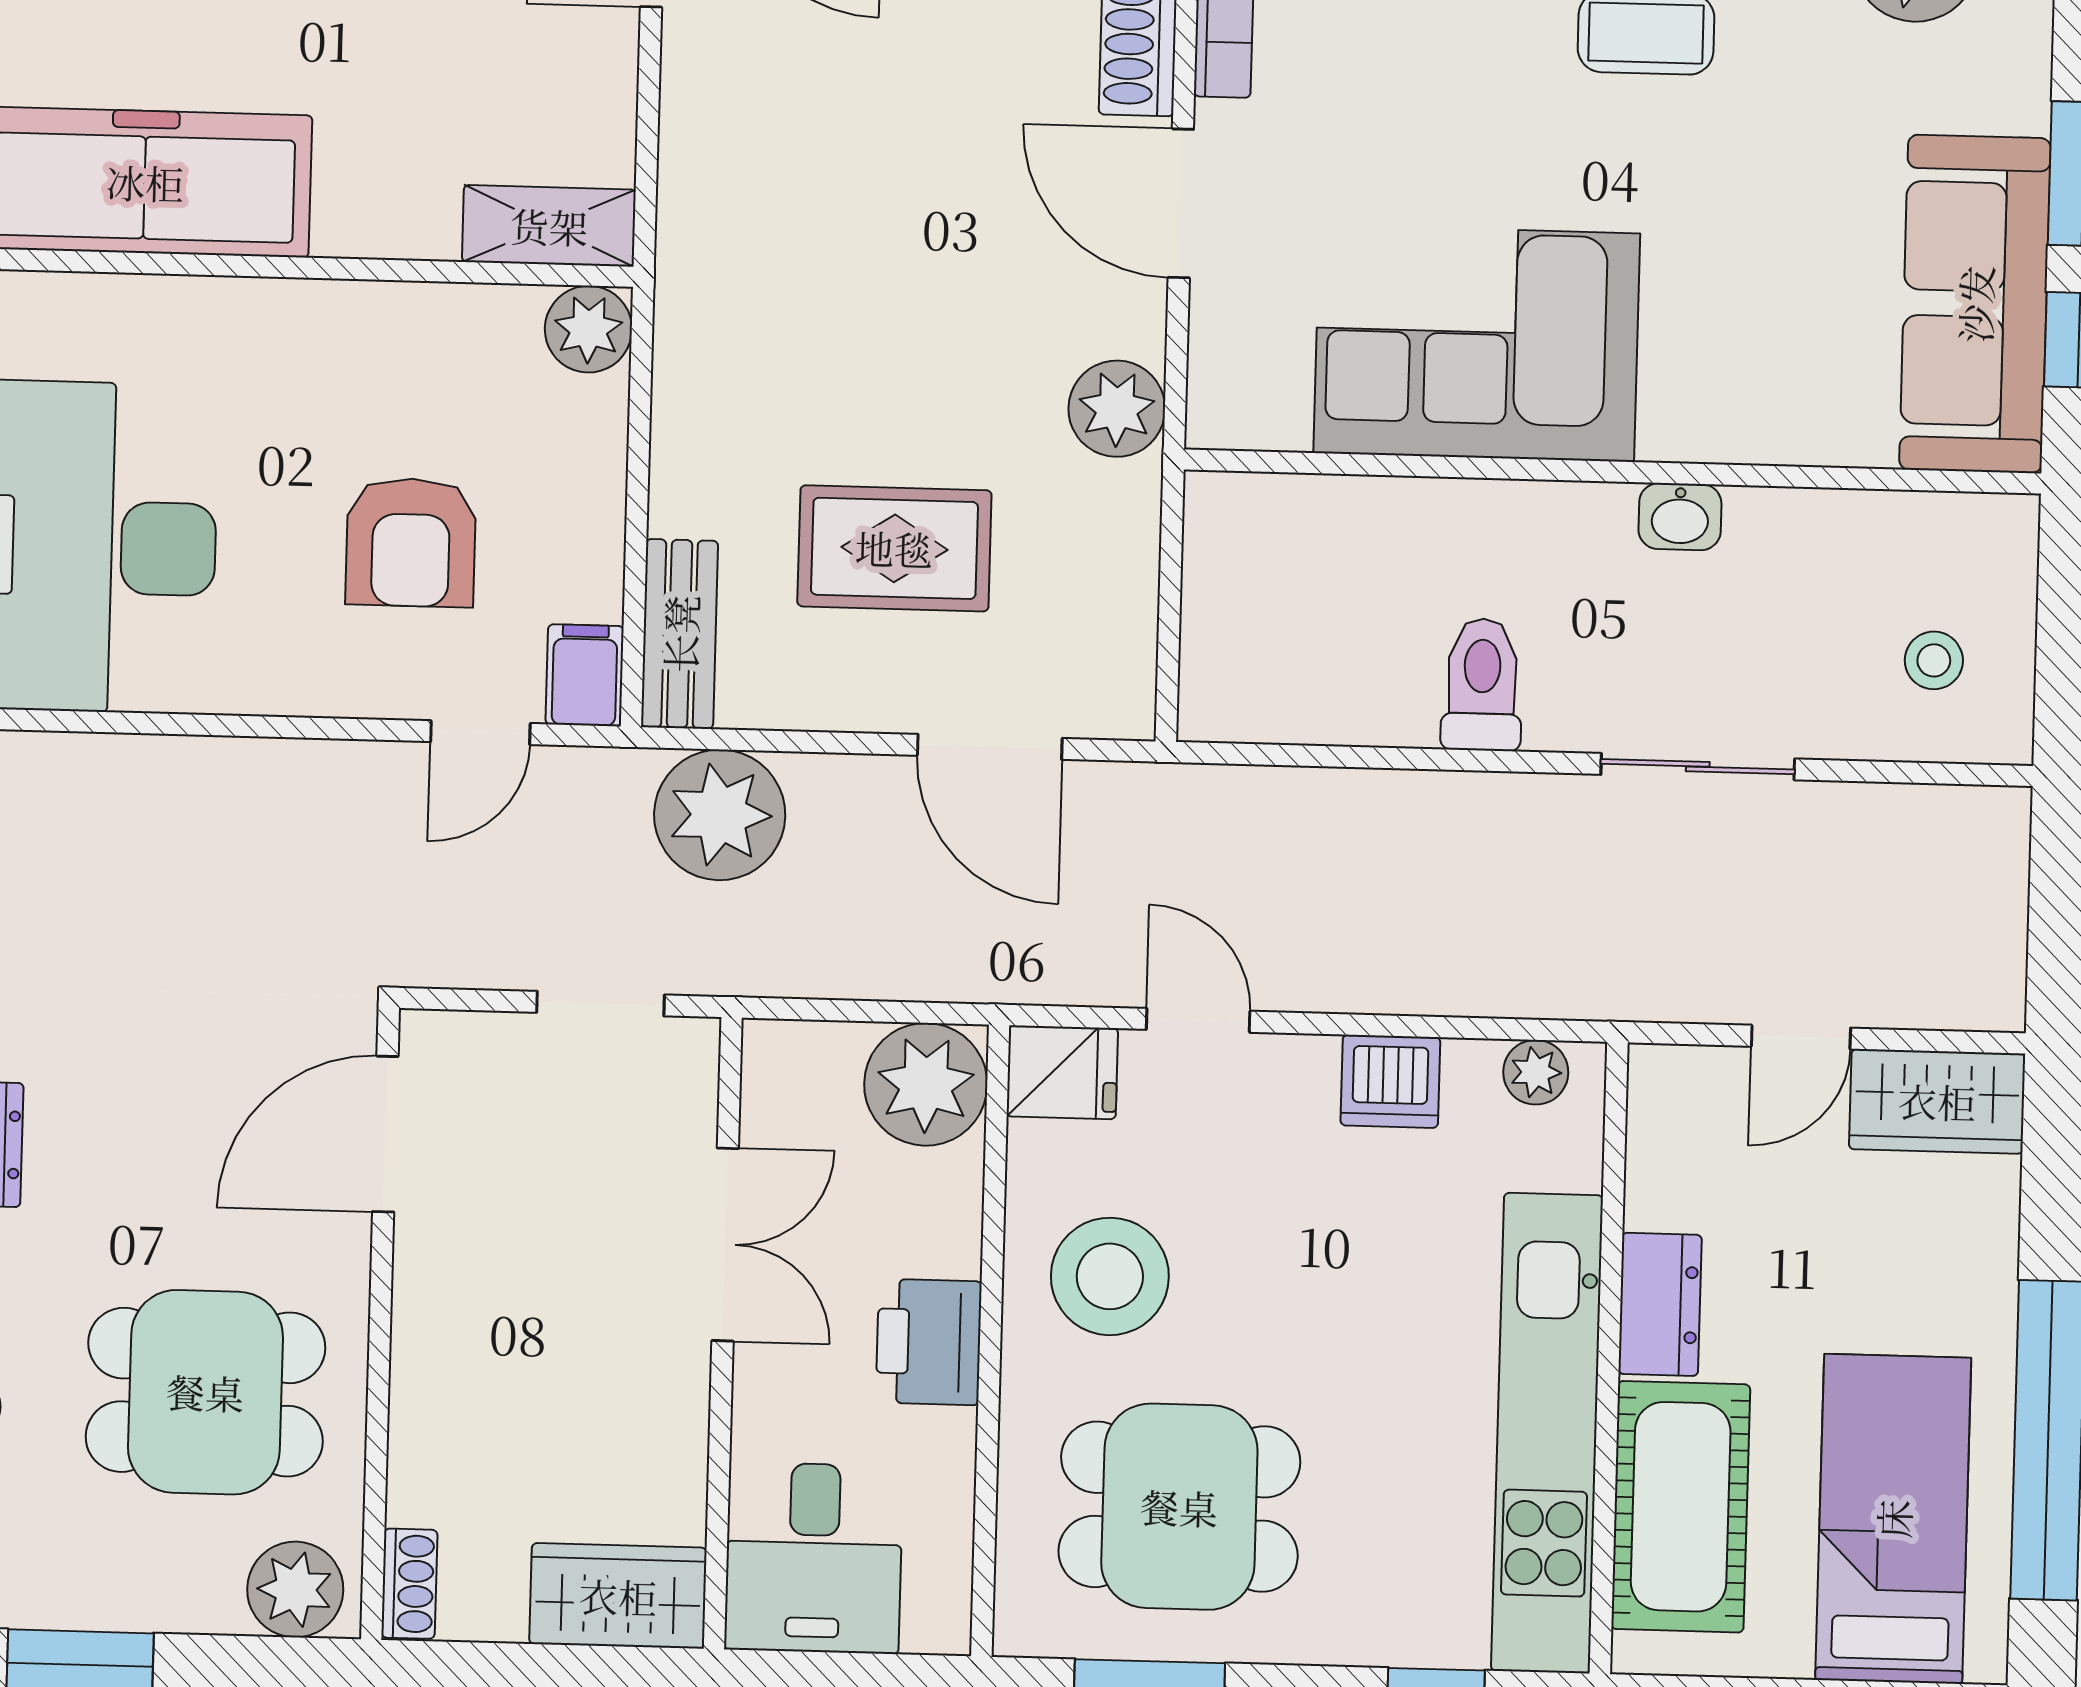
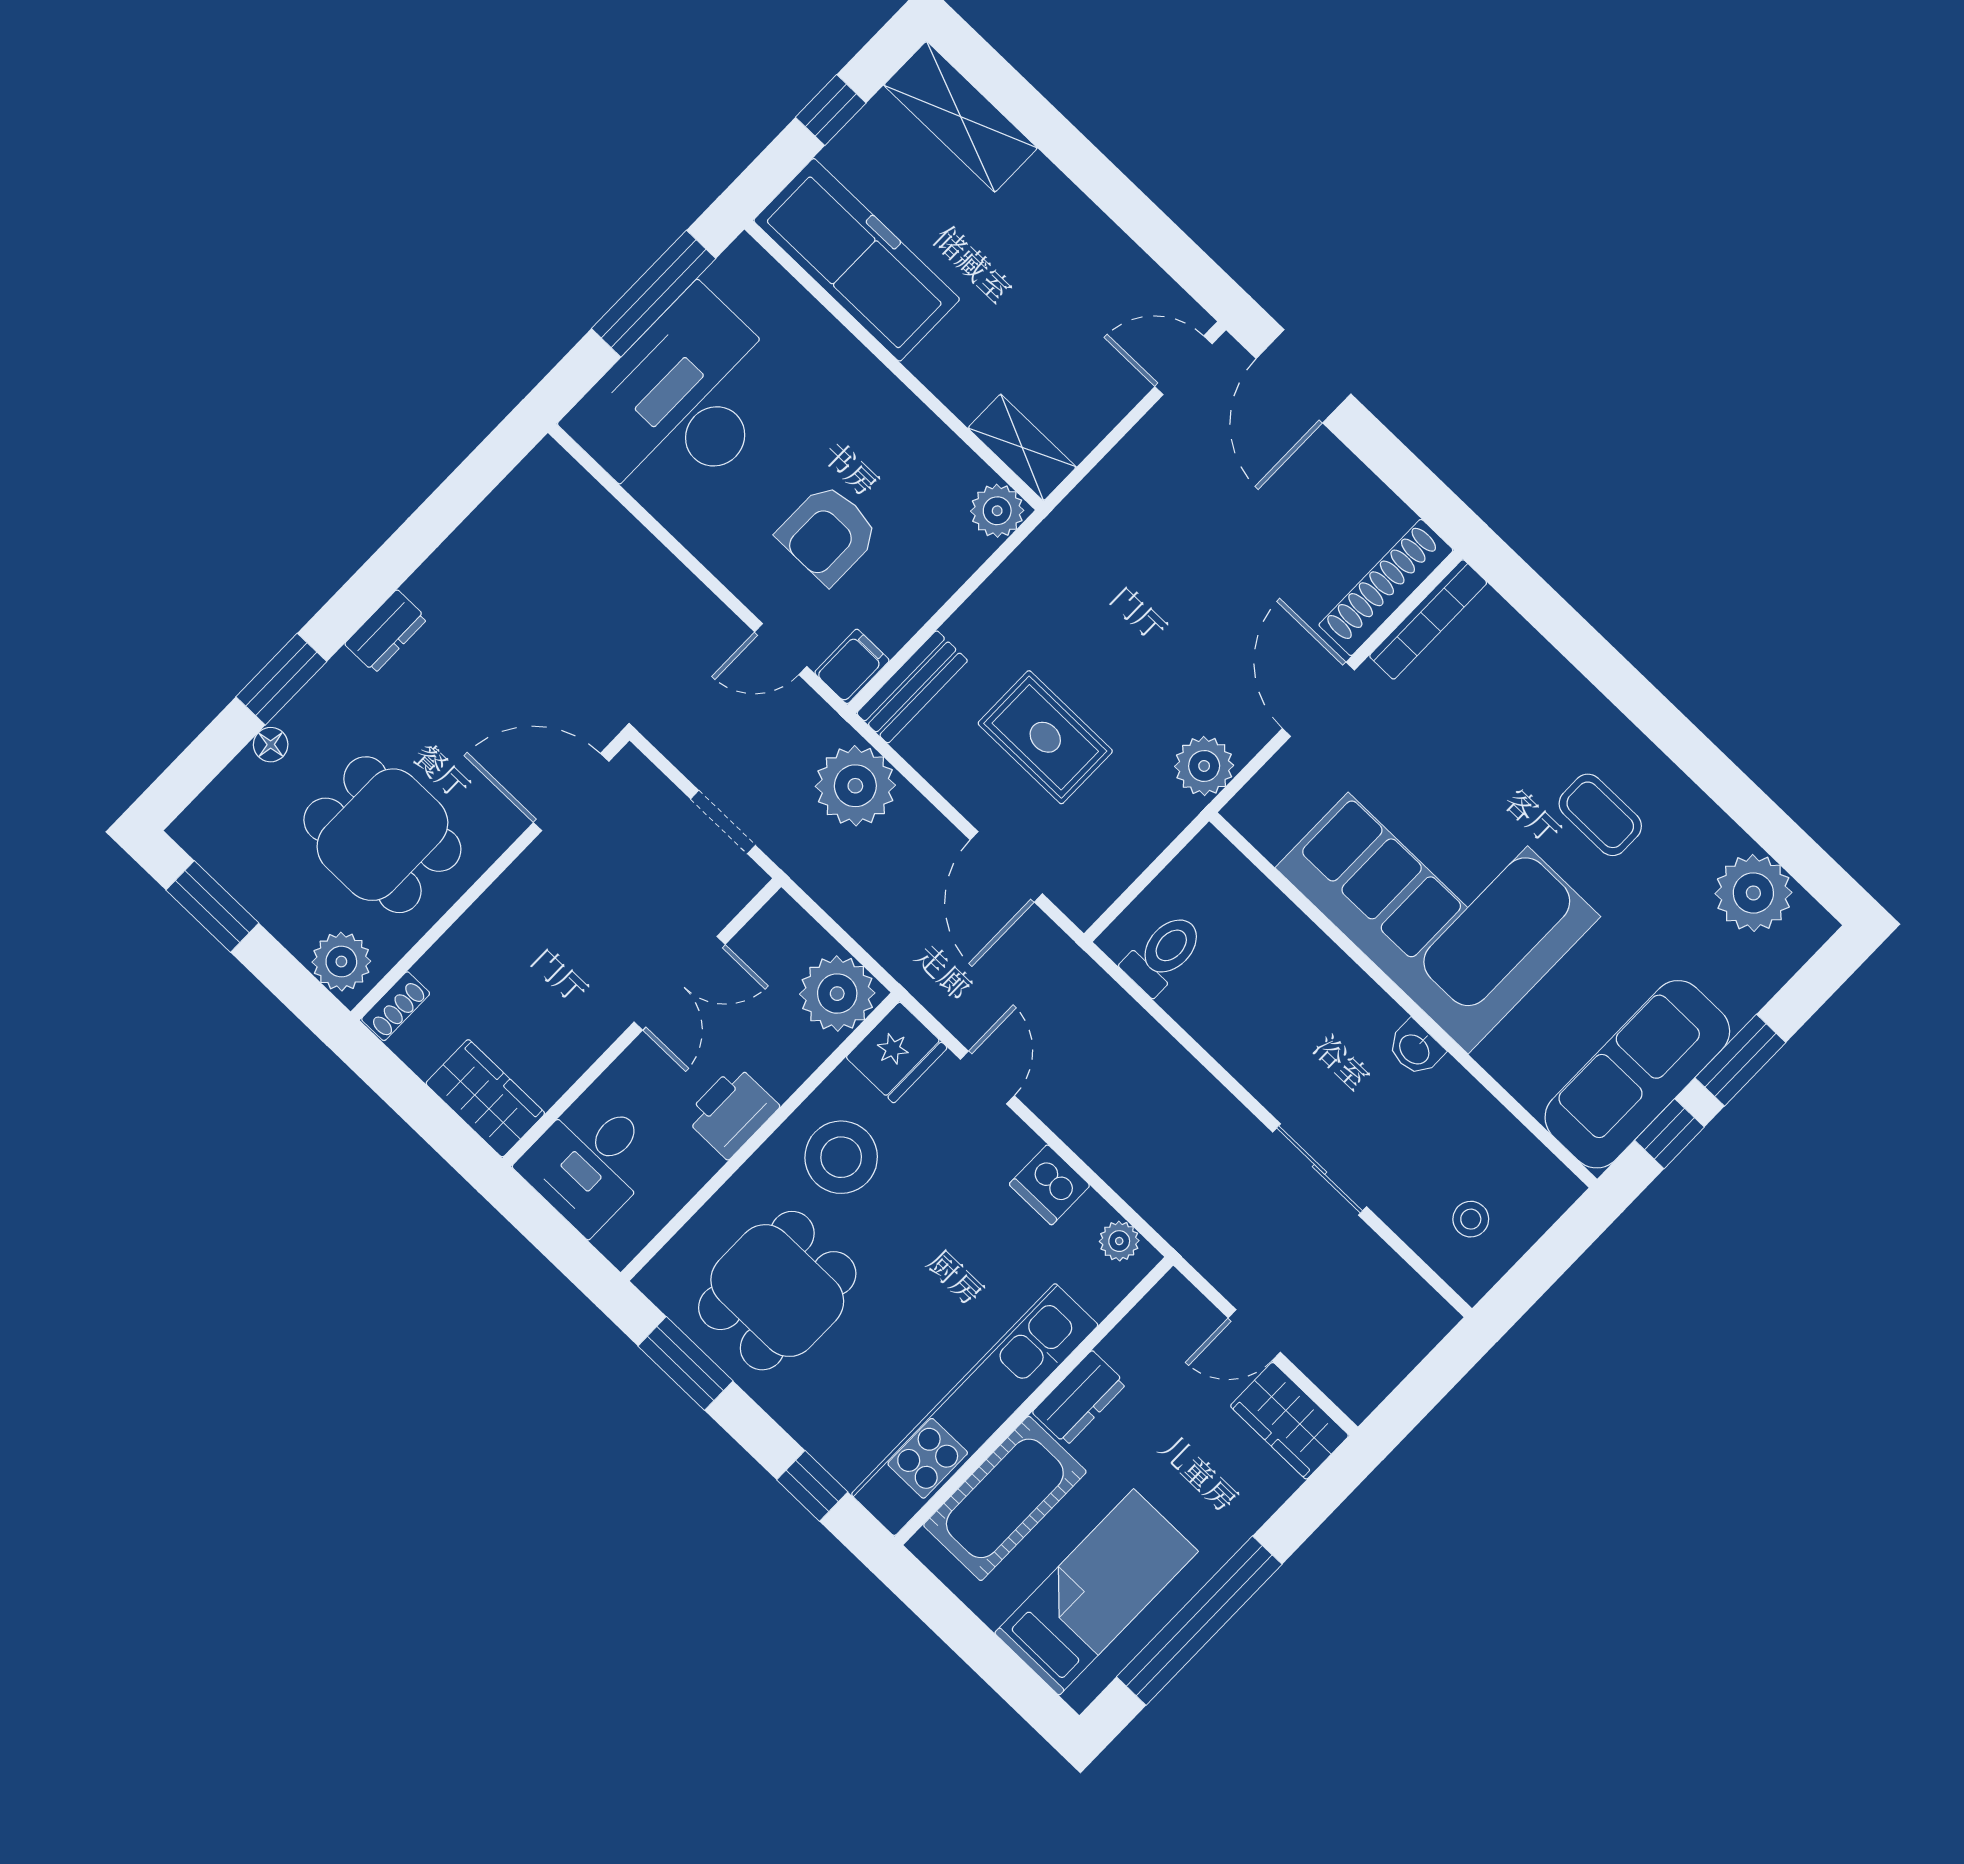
corner sofa: (1477, 343) -> (1438, 892), width x1.36, depth x1.36
toilet: (1482, 685) -> (1163, 954), moved
fridge: (1062, 1072) -> (897, 1053), width x1.38
dining table: (1179, 1507) -> (777, 1291), turned 90

